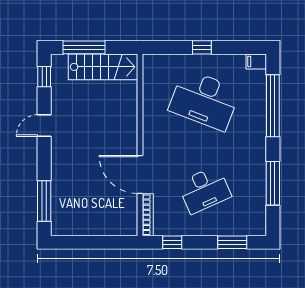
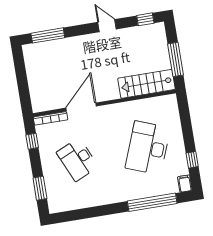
window: (84, 47) -> (175, 59), moved
window: (202, 47) -> (192, 160), moved
stairs: (103, 67) -> (147, 84), moved, turned 90
window: (273, 183) -> (91, 212), removed

